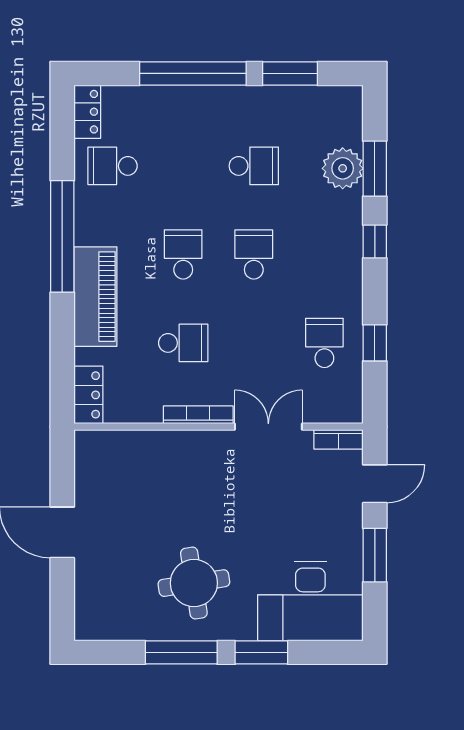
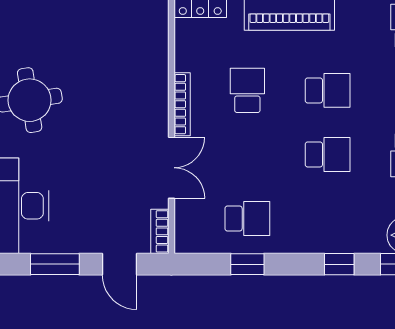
school desk: (183, 343) -> (247, 90), turned 180

